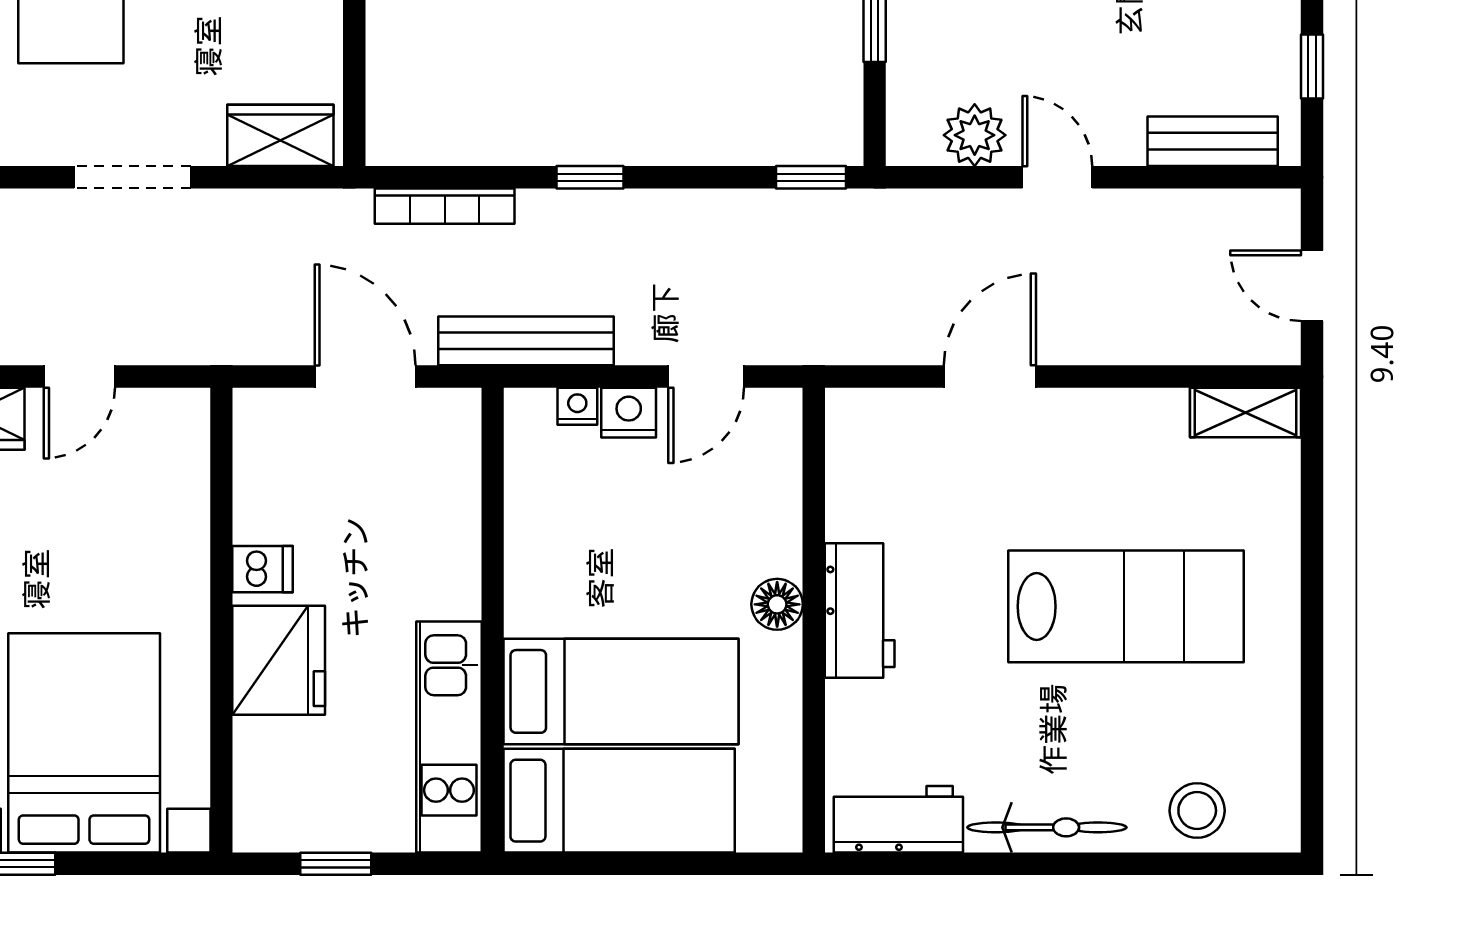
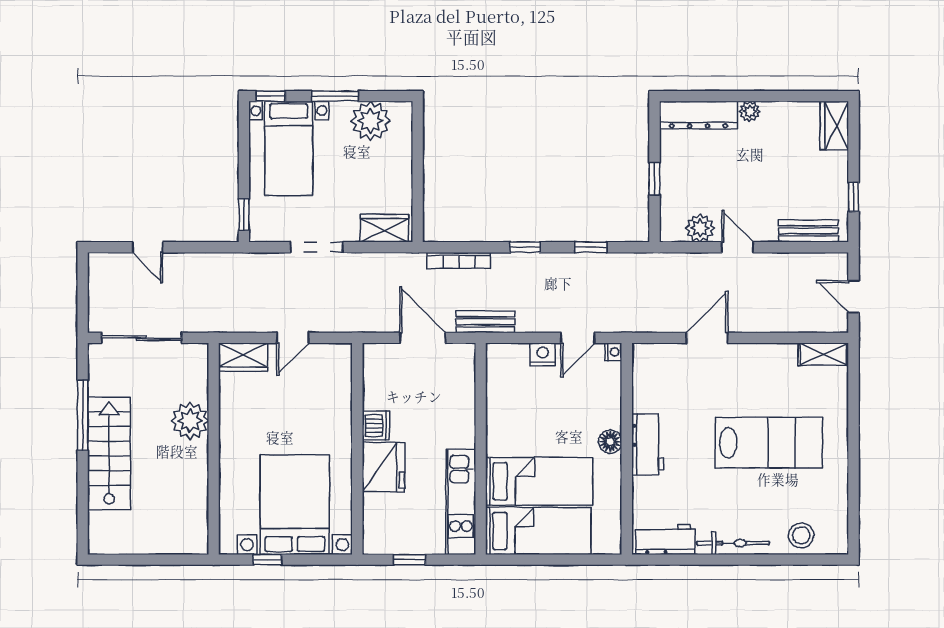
window: (811, 177) -> (591, 247), moved
bench: (526, 341) -> (485, 322), width x0.73
nightstand: (577, 406) -> (613, 352), moved, turned 90
dishwasher: (263, 569) -> (376, 426), width x1.38

